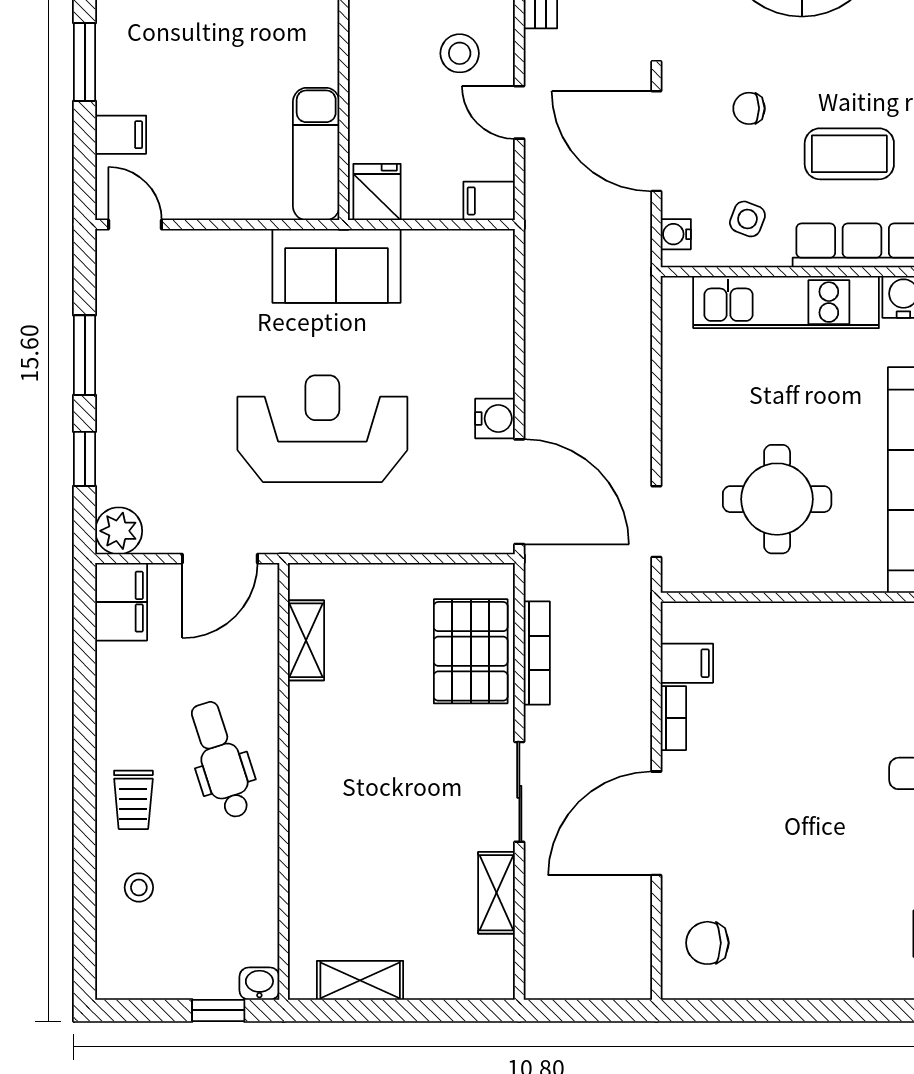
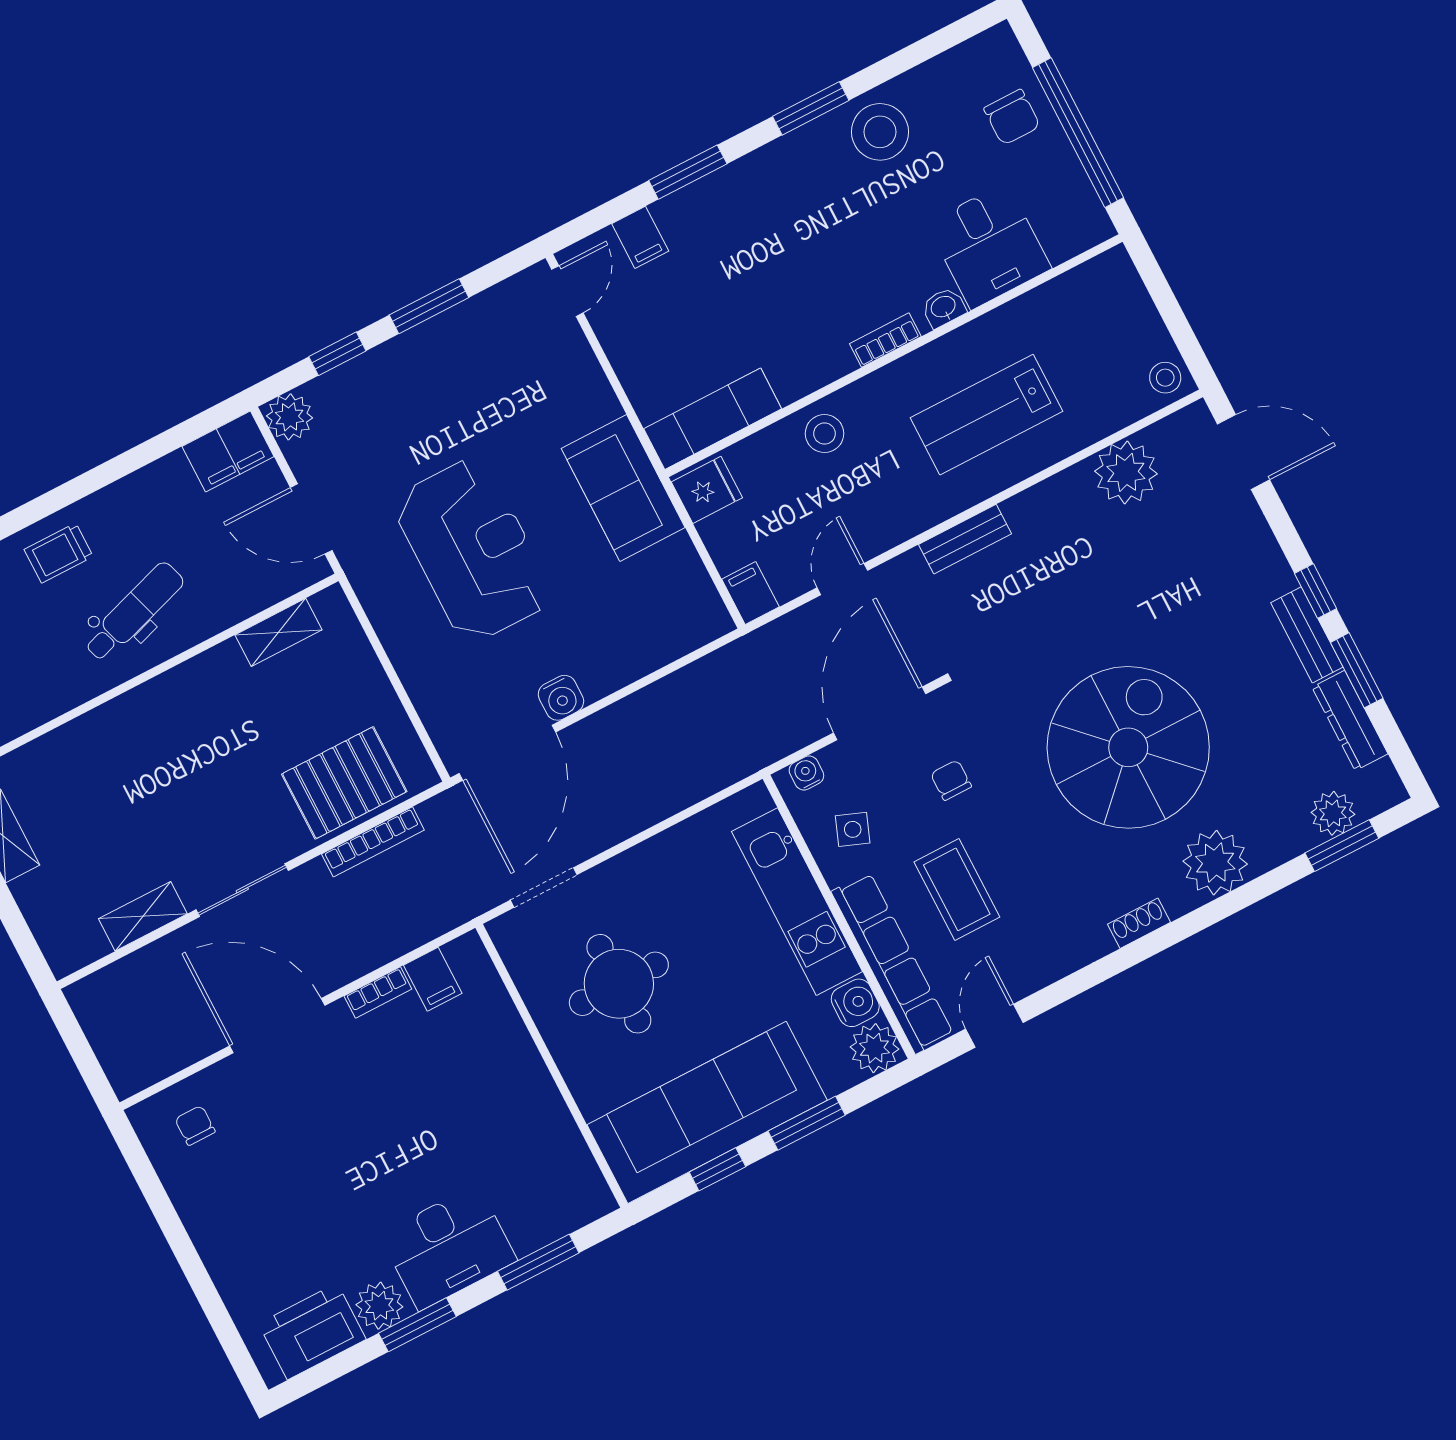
stool: (460, 53) -> (824, 434), moved
chair: (707, 943) -> (195, 1125), width x0.73, depth x0.73

